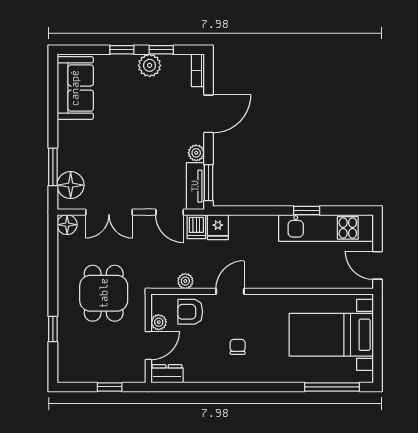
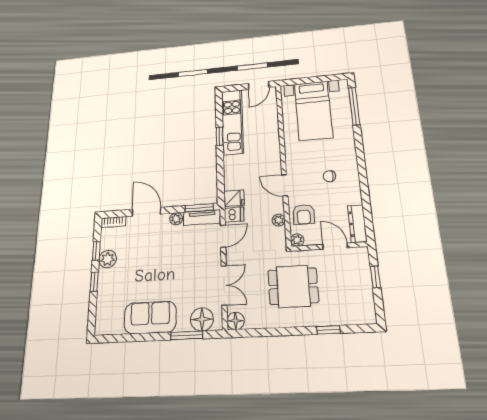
sofa: (75, 88) -> (150, 318), moved
plant: (159, 322) -> (297, 240), moved
dresser: (167, 374) -> (357, 224), width x1.44

